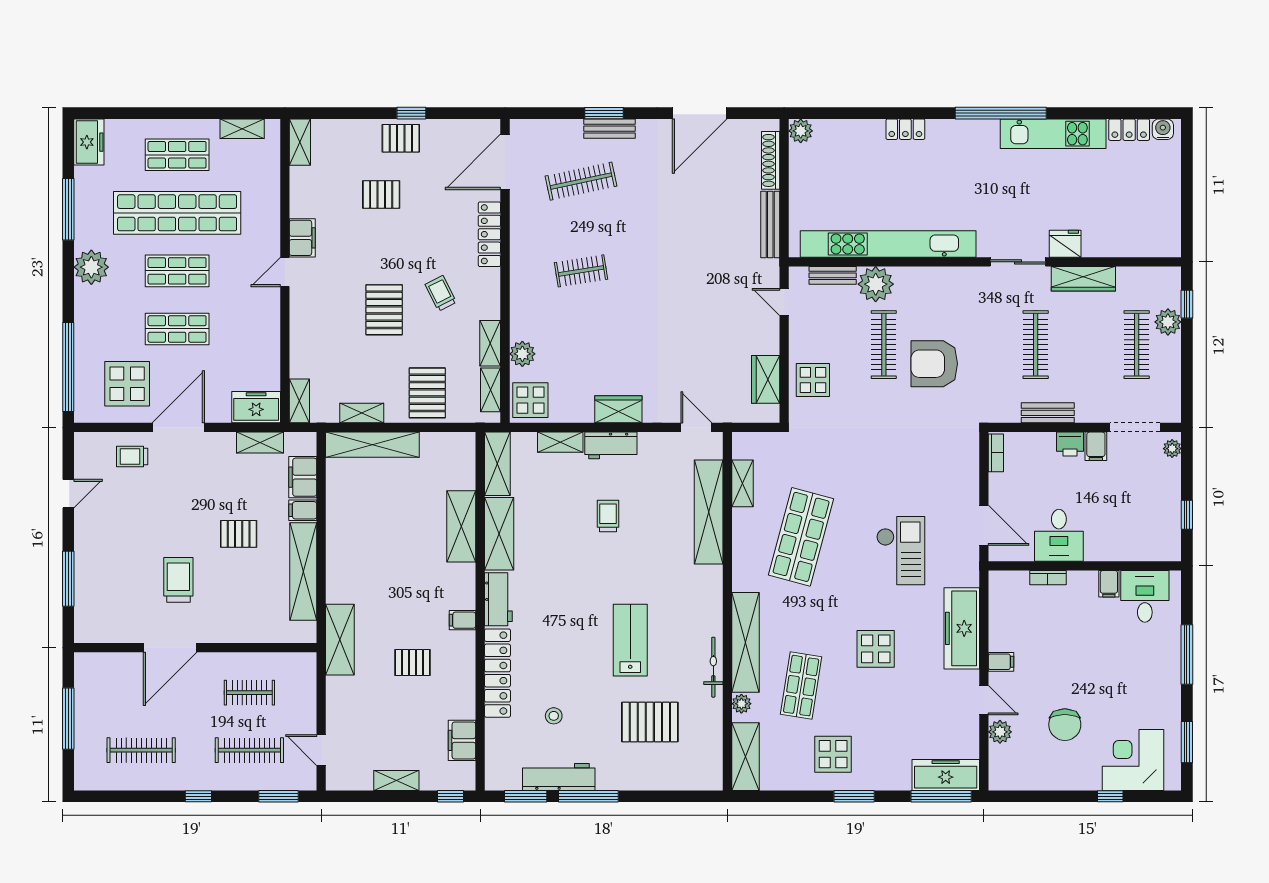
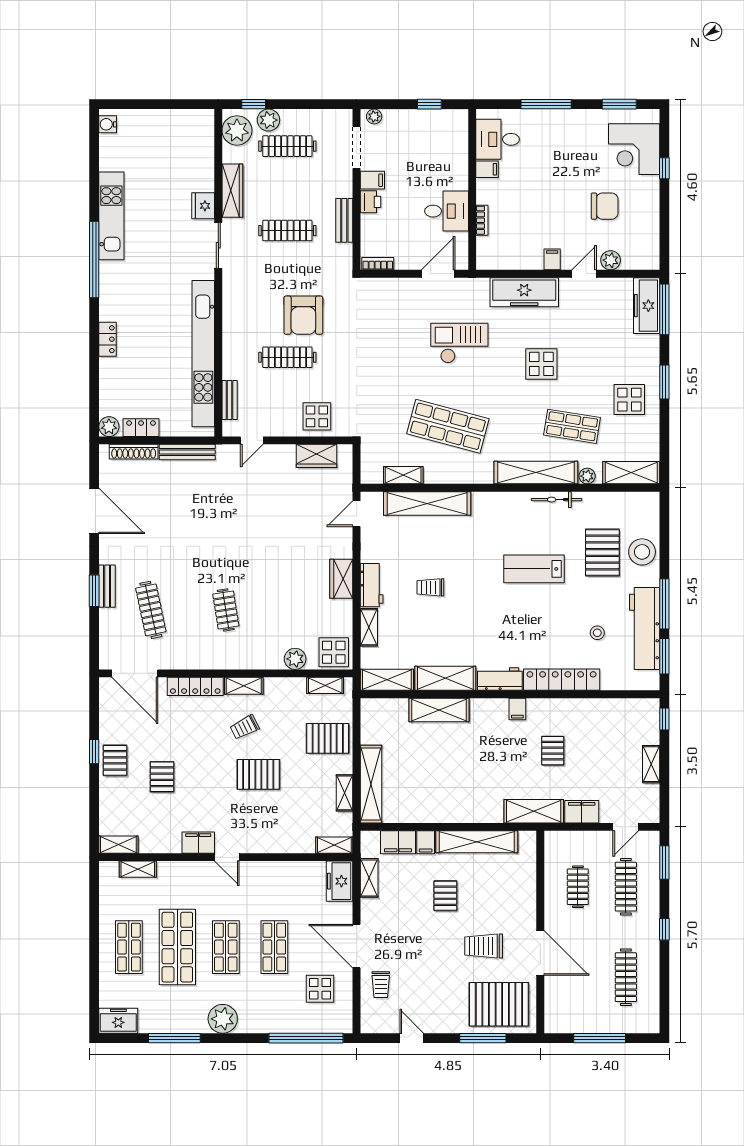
shelving: (242, 129) -> (138, 869), moved, turned 90
locker: (1129, 130) -> (141, 428), moved, turned -90
shop shelf: (177, 213) -> (177, 947), width x0.71
plant: (876, 284) -> (237, 130), moved
shelving: (490, 343) -> (244, 686), moved
display table: (127, 384) -> (320, 989), width x0.73, depth x0.73
pallet: (109, 598) -> (499, 1004), added
filing cabinet: (462, 740) -> (582, 812), moved, turned 180
stool: (651, 770) -> (642, 552), added
workbench: (559, 777) -> (645, 628), width x1.36, depth x1.32

